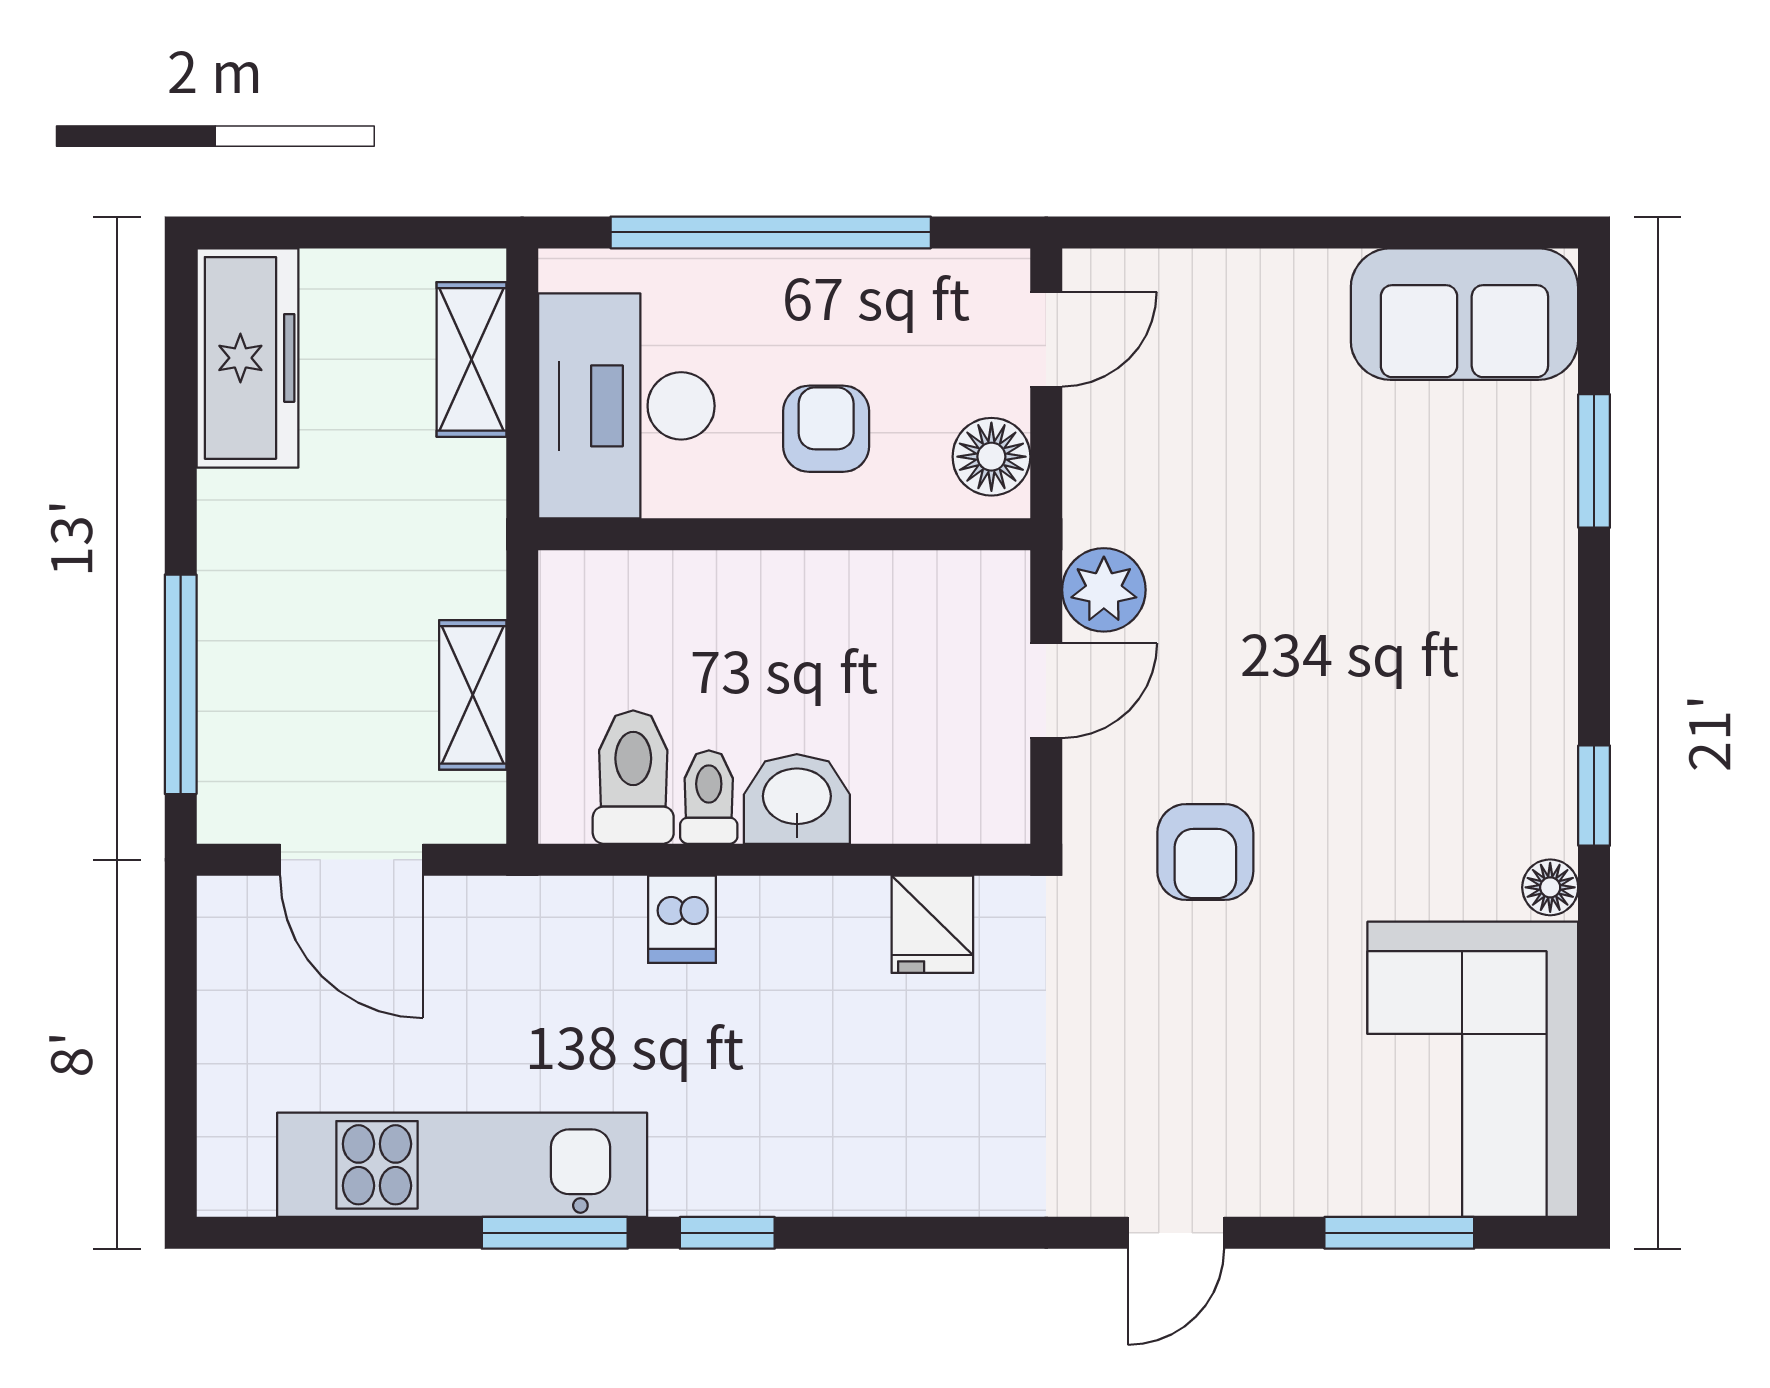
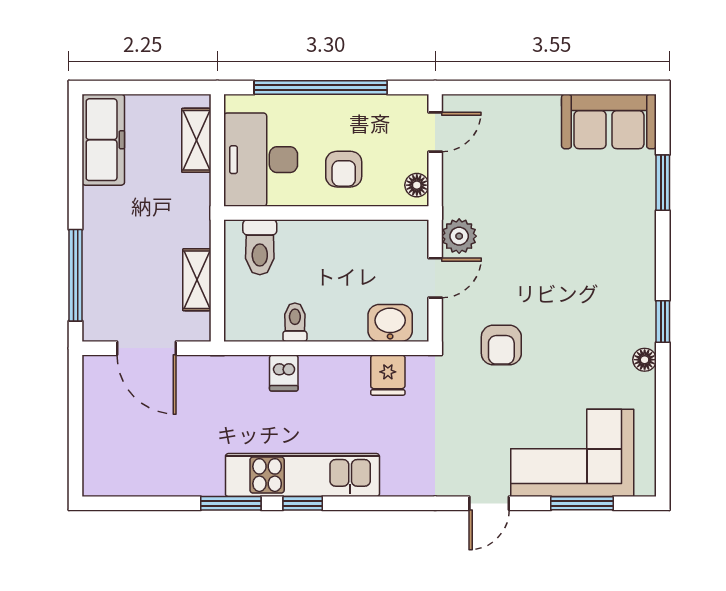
armchair: (826, 429) -> (344, 169), turned 180
floor lamp: (991, 457) -> (417, 185), width x0.73, depth x0.73
toilet: (633, 777) -> (260, 247), moved, turned 180
washbasin: (797, 799) -> (390, 323), moved
corner sofa: (1473, 1069) -> (572, 453), moved, turned 90
kitchen unit: (462, 1165) -> (302, 475), moved

